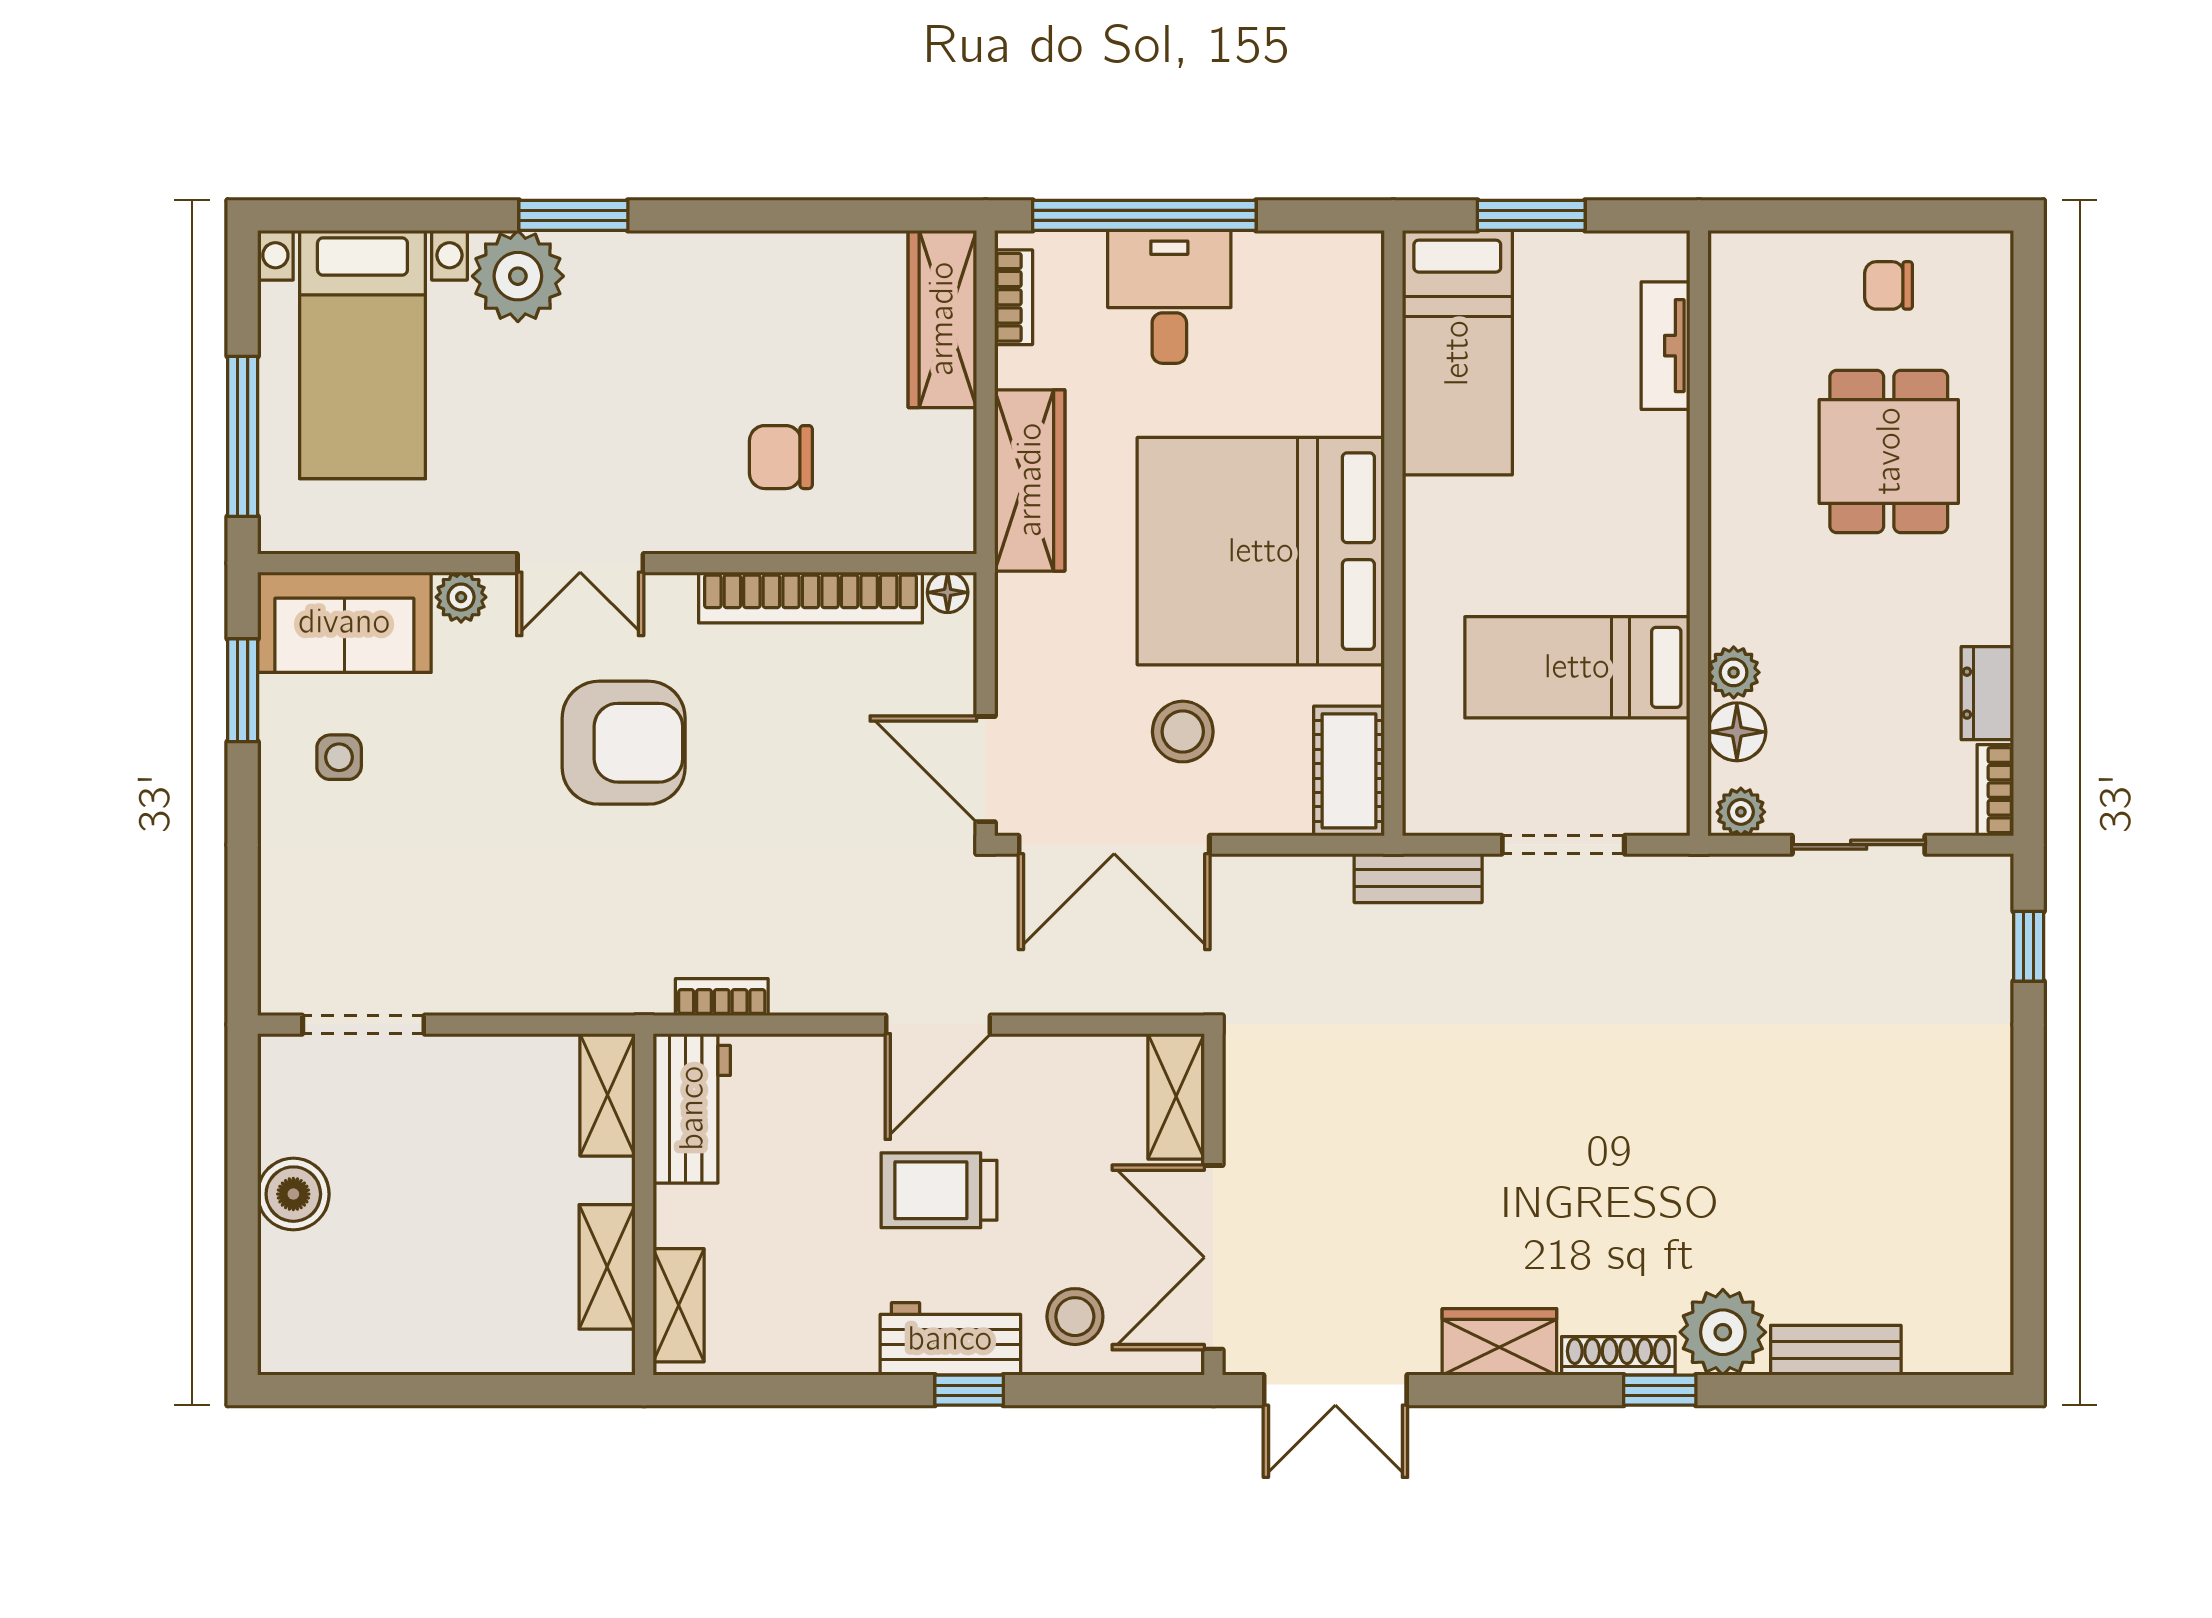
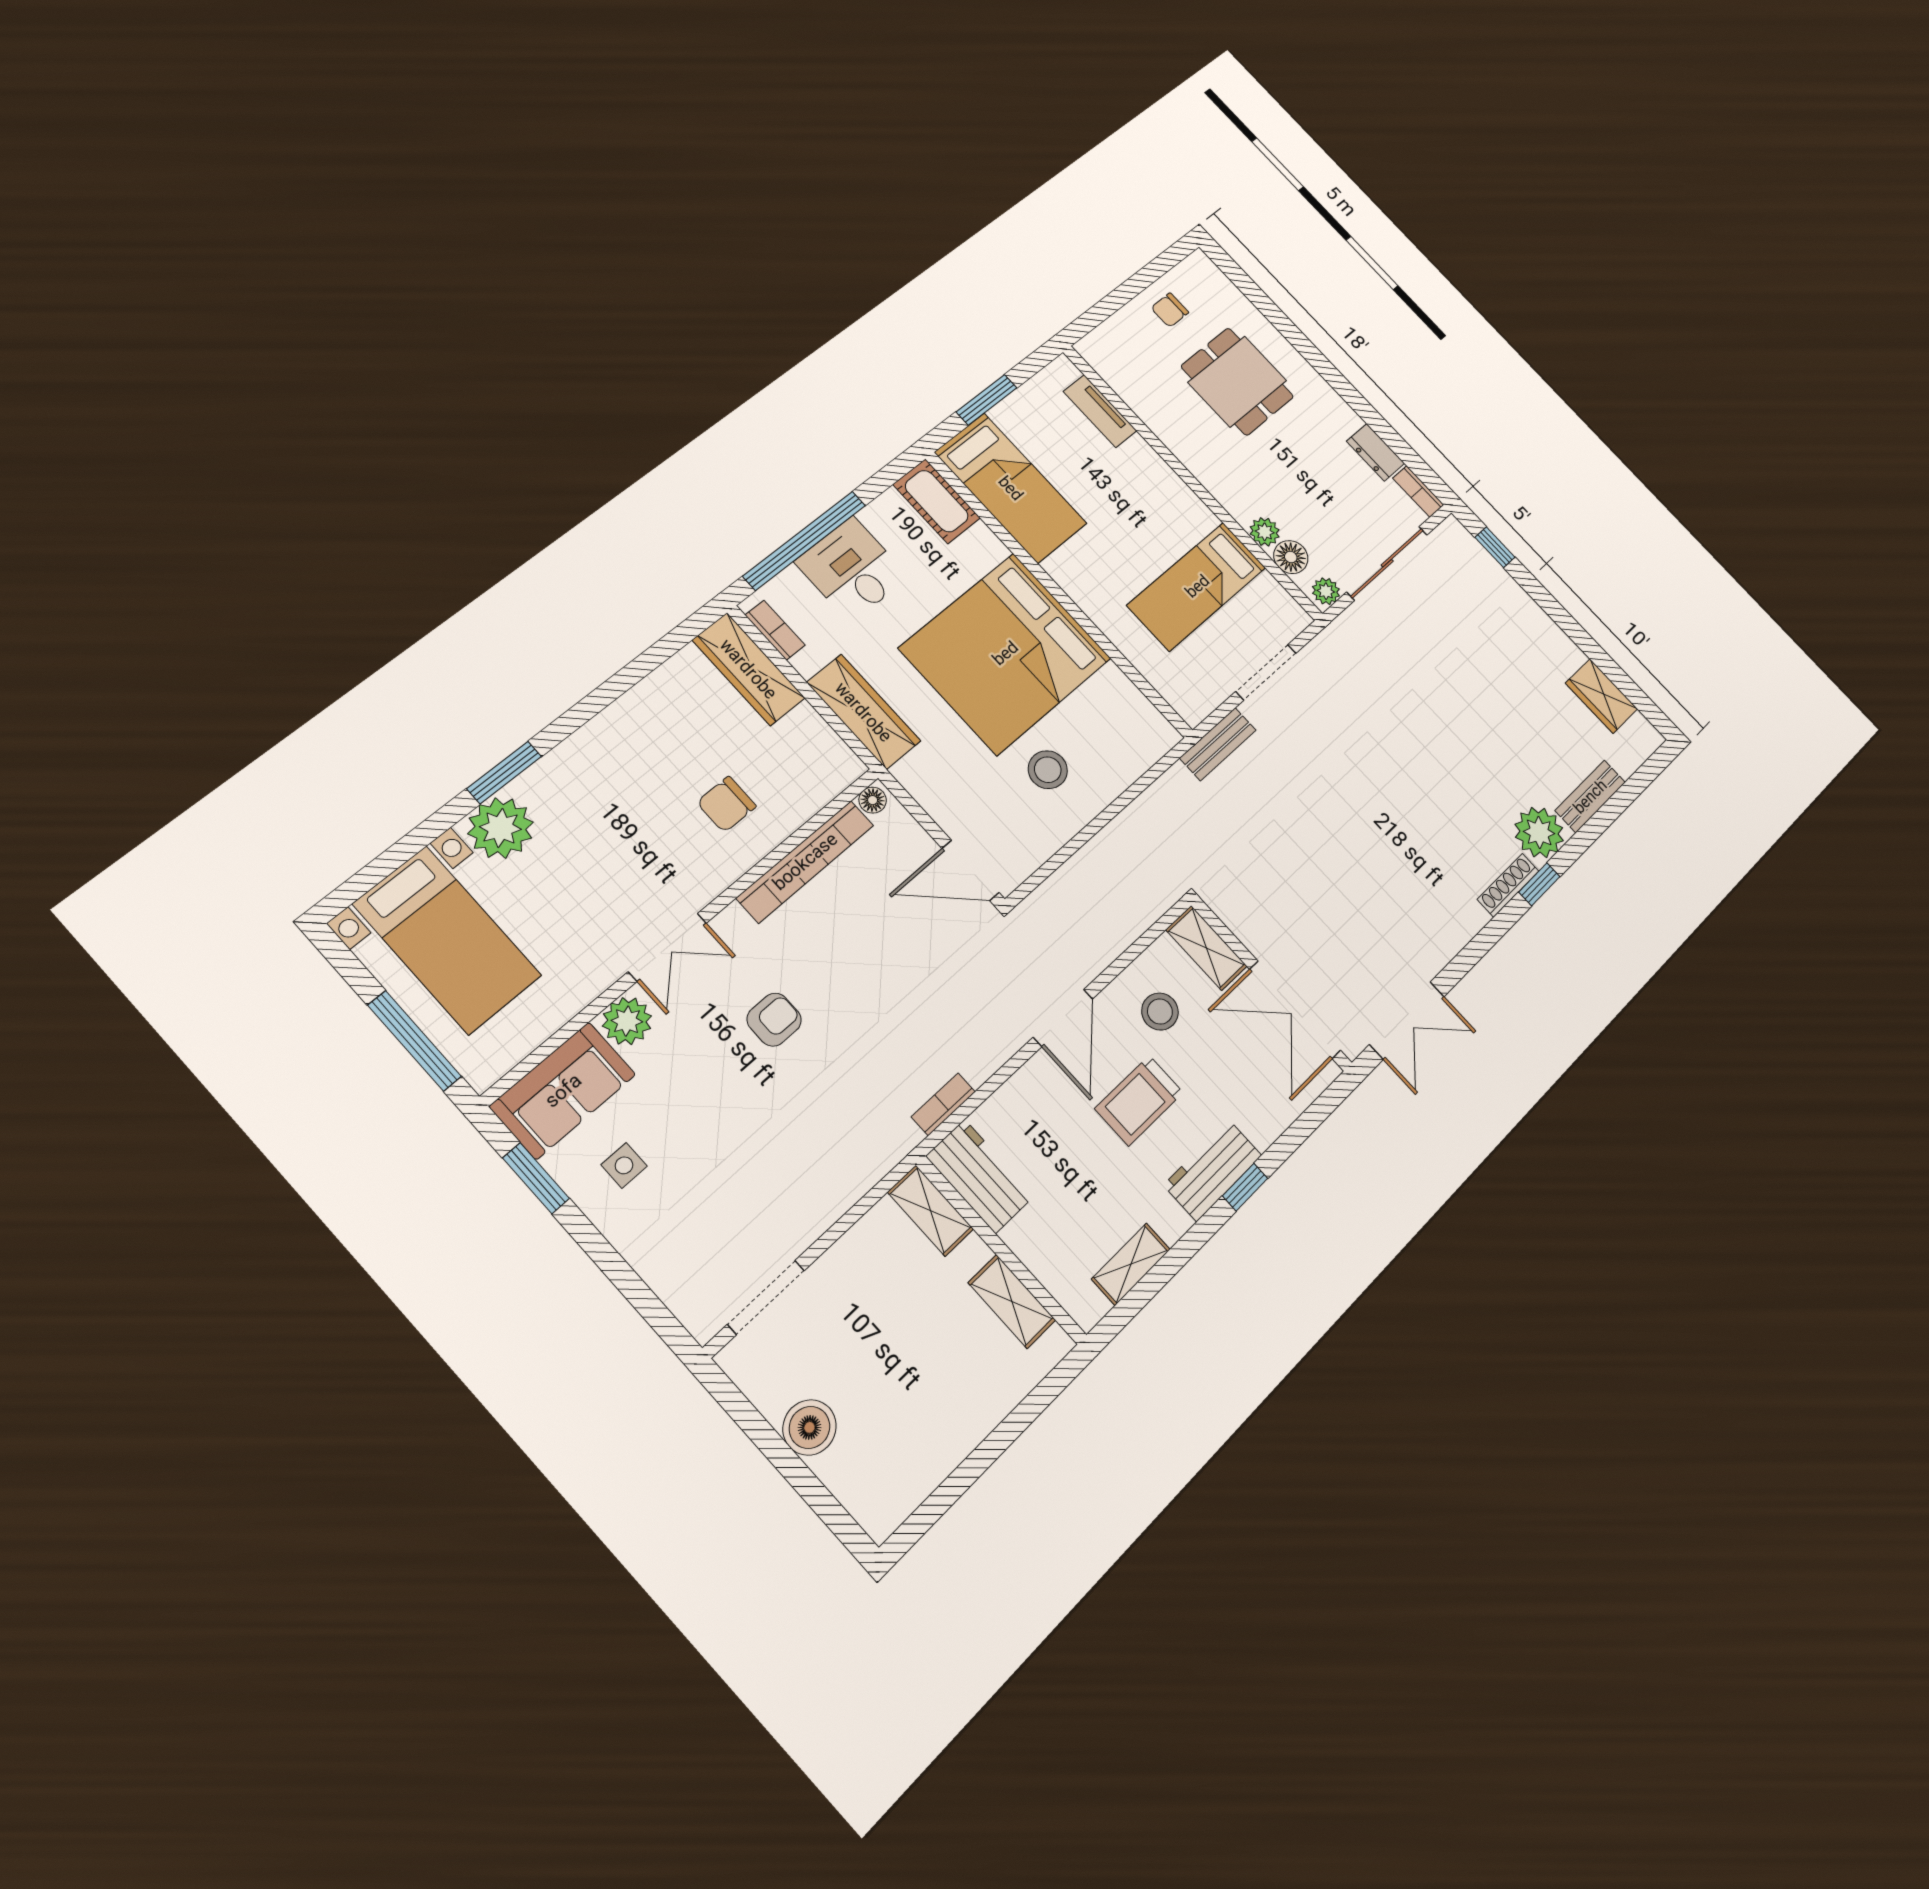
plant: (461, 597) -> (627, 1021), width x1.38, depth x1.38
armchair: (624, 743) -> (774, 1020), width x0.53, depth x0.53
cot: (1349, 771) -> (937, 501), moved
double door: (1114, 845) -> (1066, 853), removed
sliding door: (1859, 845) -> (1387, 563), width x1.37
shelving: (679, 1305) -> (1131, 1264), moved, turned 90
stool: (1075, 1317) -> (1160, 1012), moved
wardrobe: (1499, 1342) -> (1601, 696), moved, turned -90

